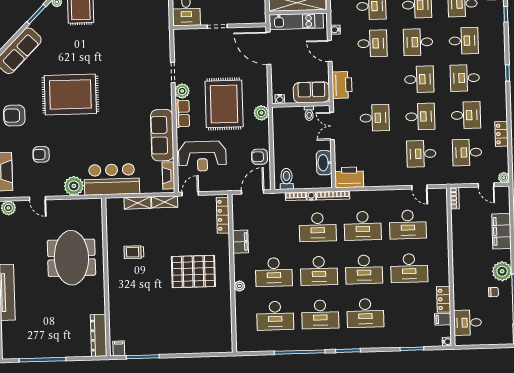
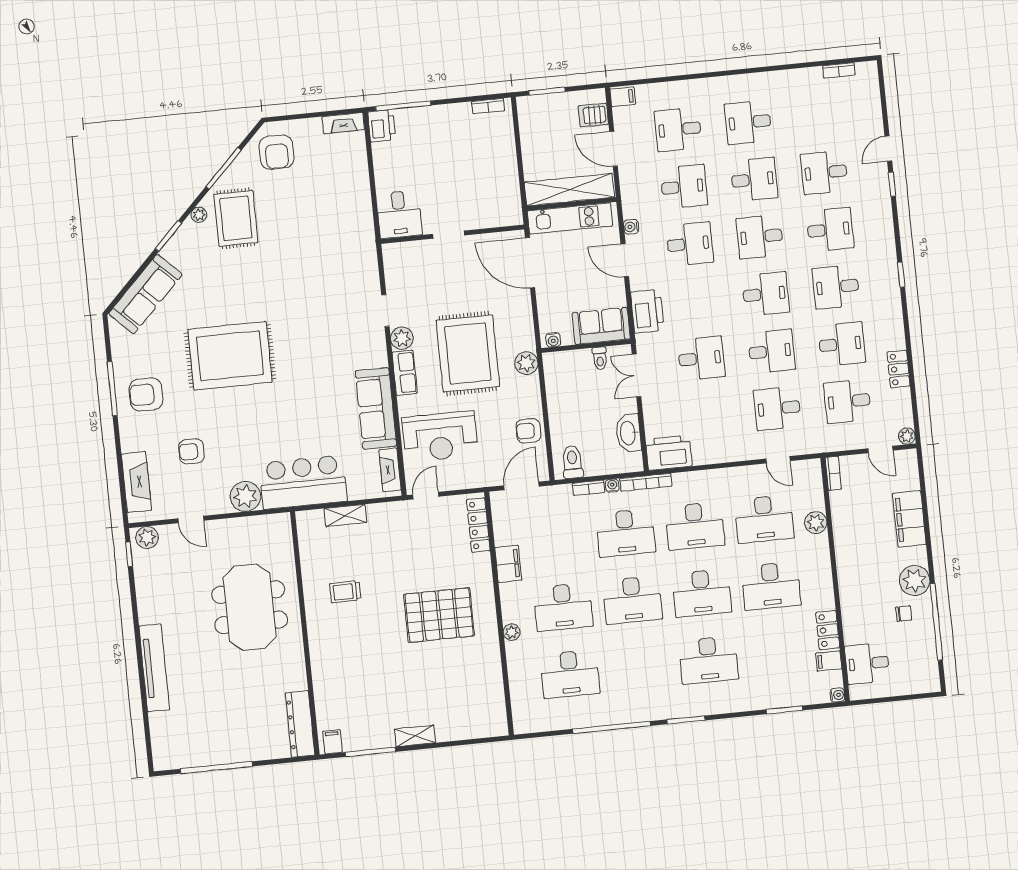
shelving: (165, 202) -> (415, 736), moved
plant: (441, 229) -> (816, 523), added
desk: (320, 314) -> (639, 667), removed

